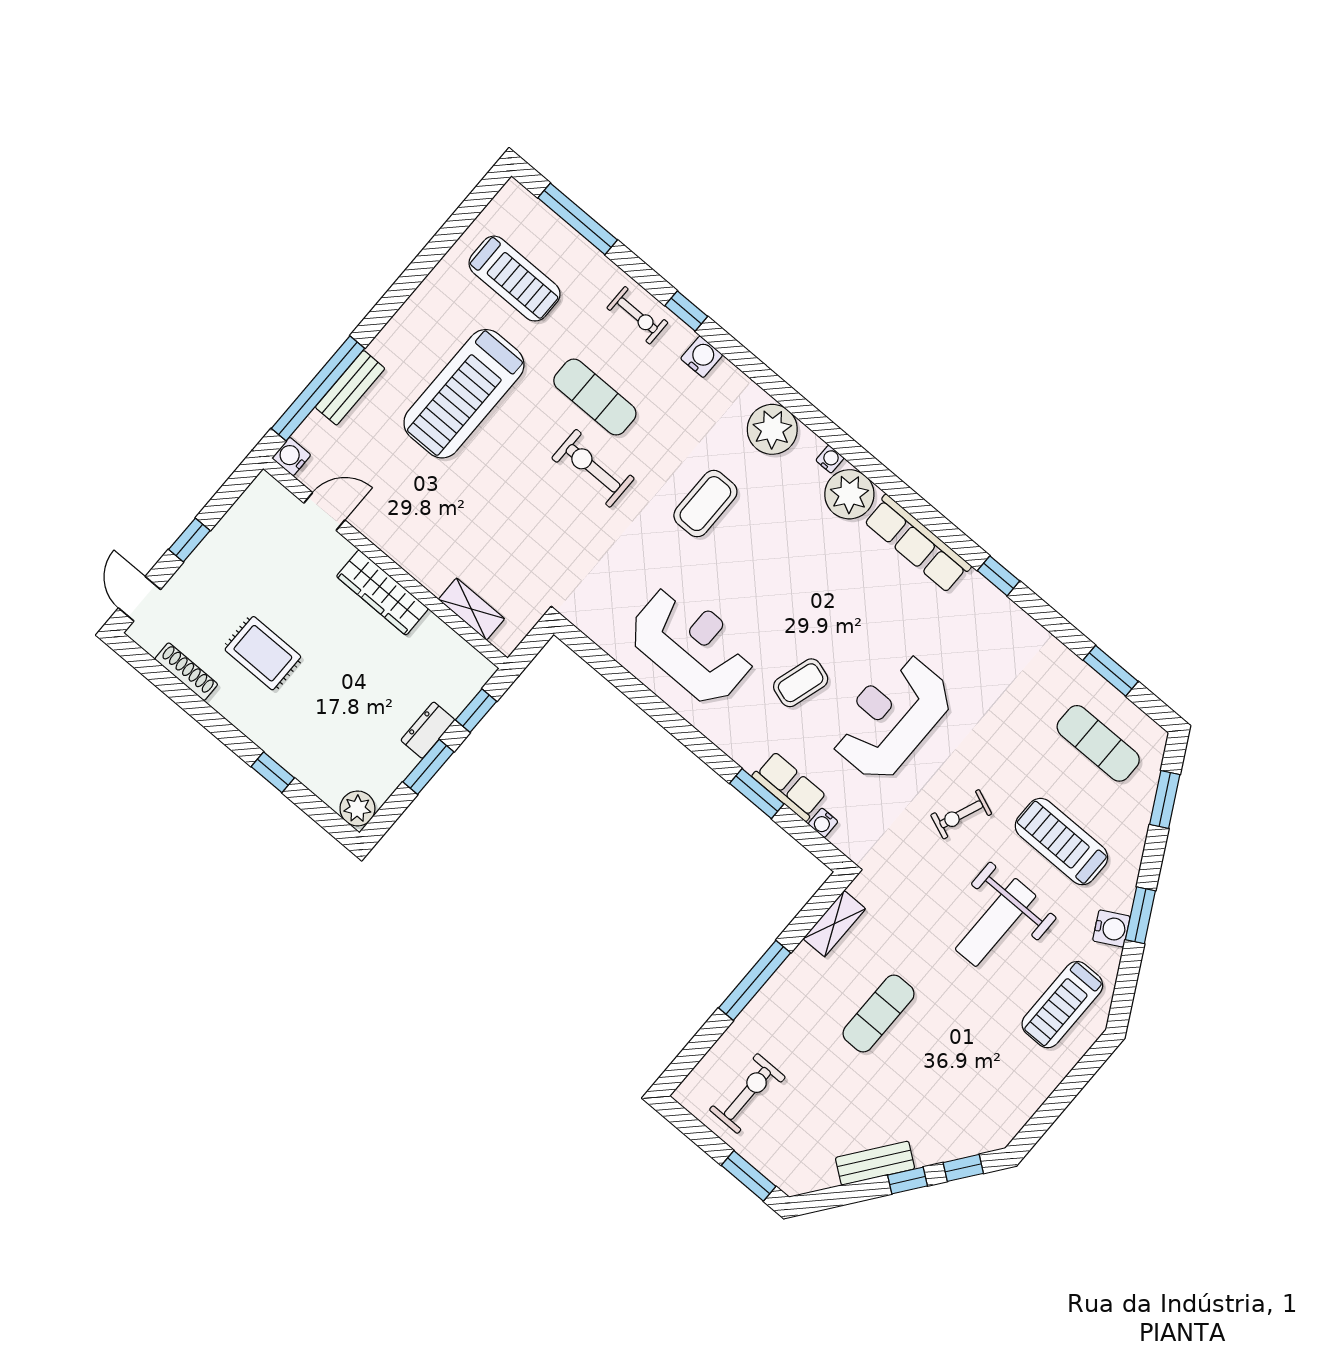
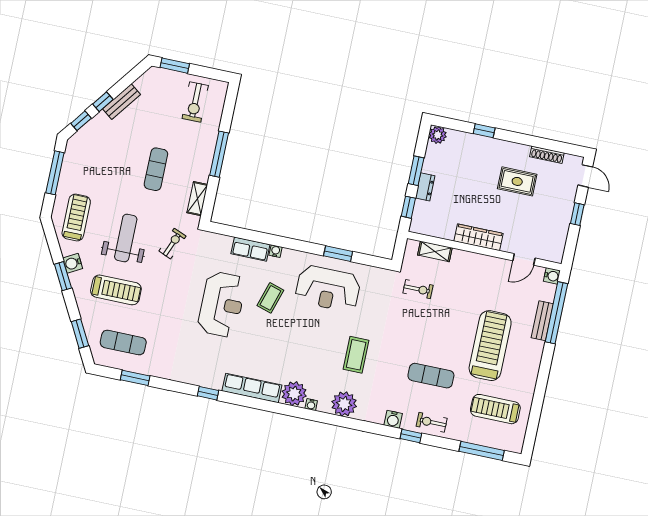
exercise bike: (593, 468) -> (418, 289), moved, width x0.73, depth x0.72
window: (757, 794) -> (338, 254), moved
exercise bike: (961, 814) -> (172, 244), moved
water cooler: (823, 823) -> (276, 251), moved
window: (1057, 1102) -> (55, 173), added

